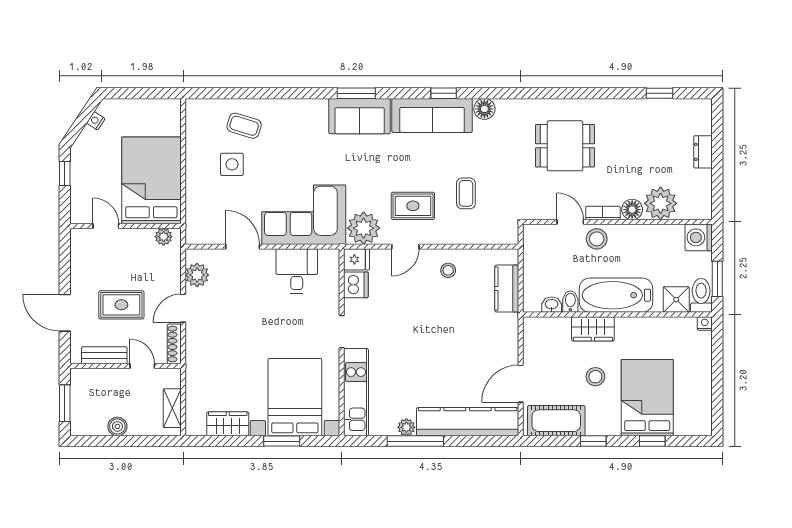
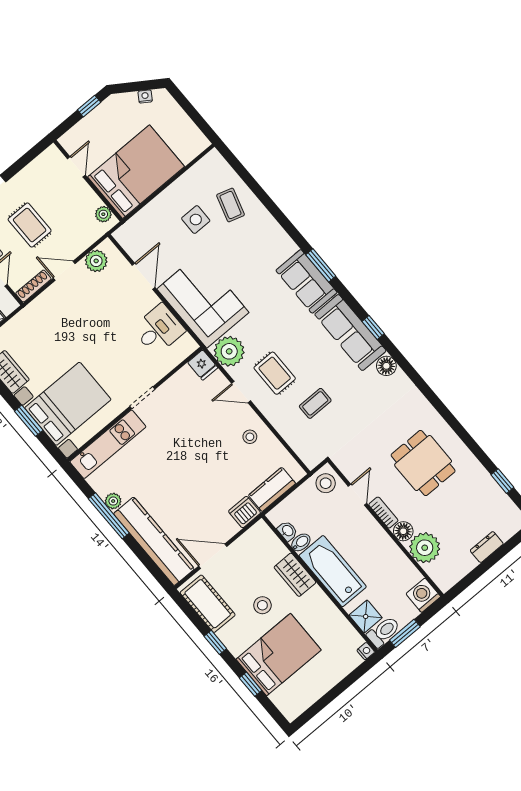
dining table: (565, 146) -> (423, 463), moved
stool: (597, 239) -> (326, 483), moved
dishwasher: (356, 285) -> (245, 512), moved, turned 180

